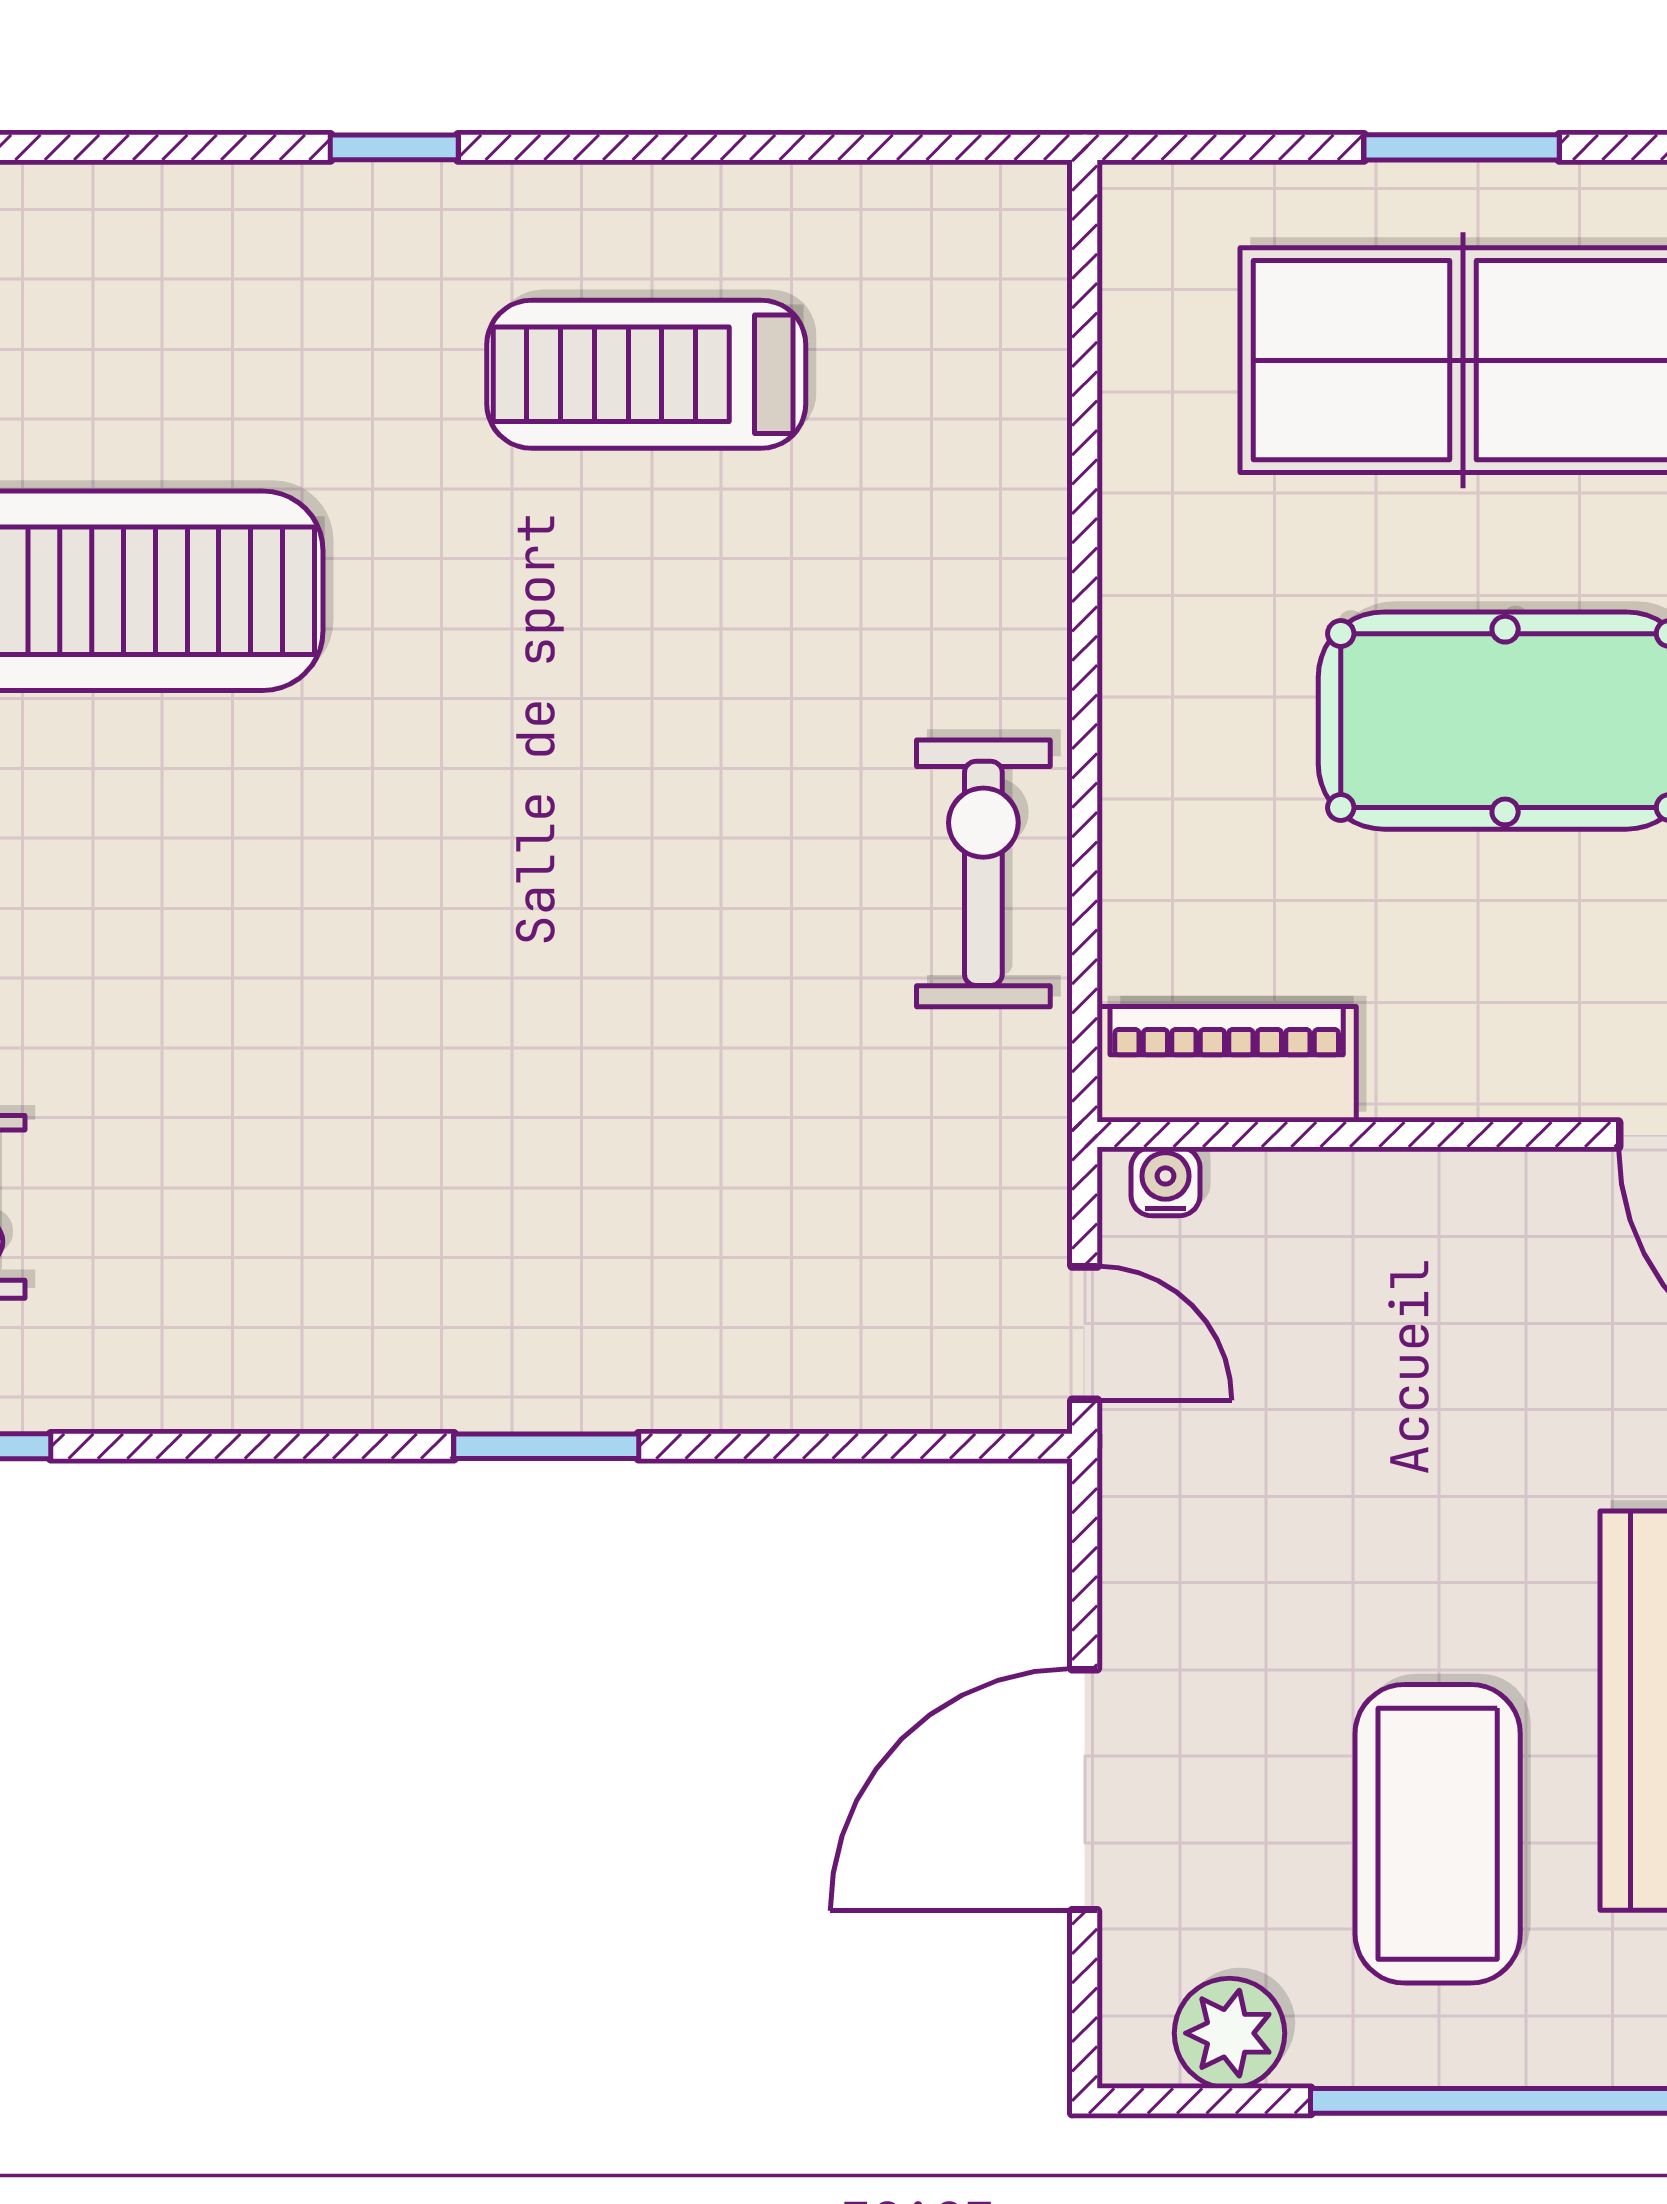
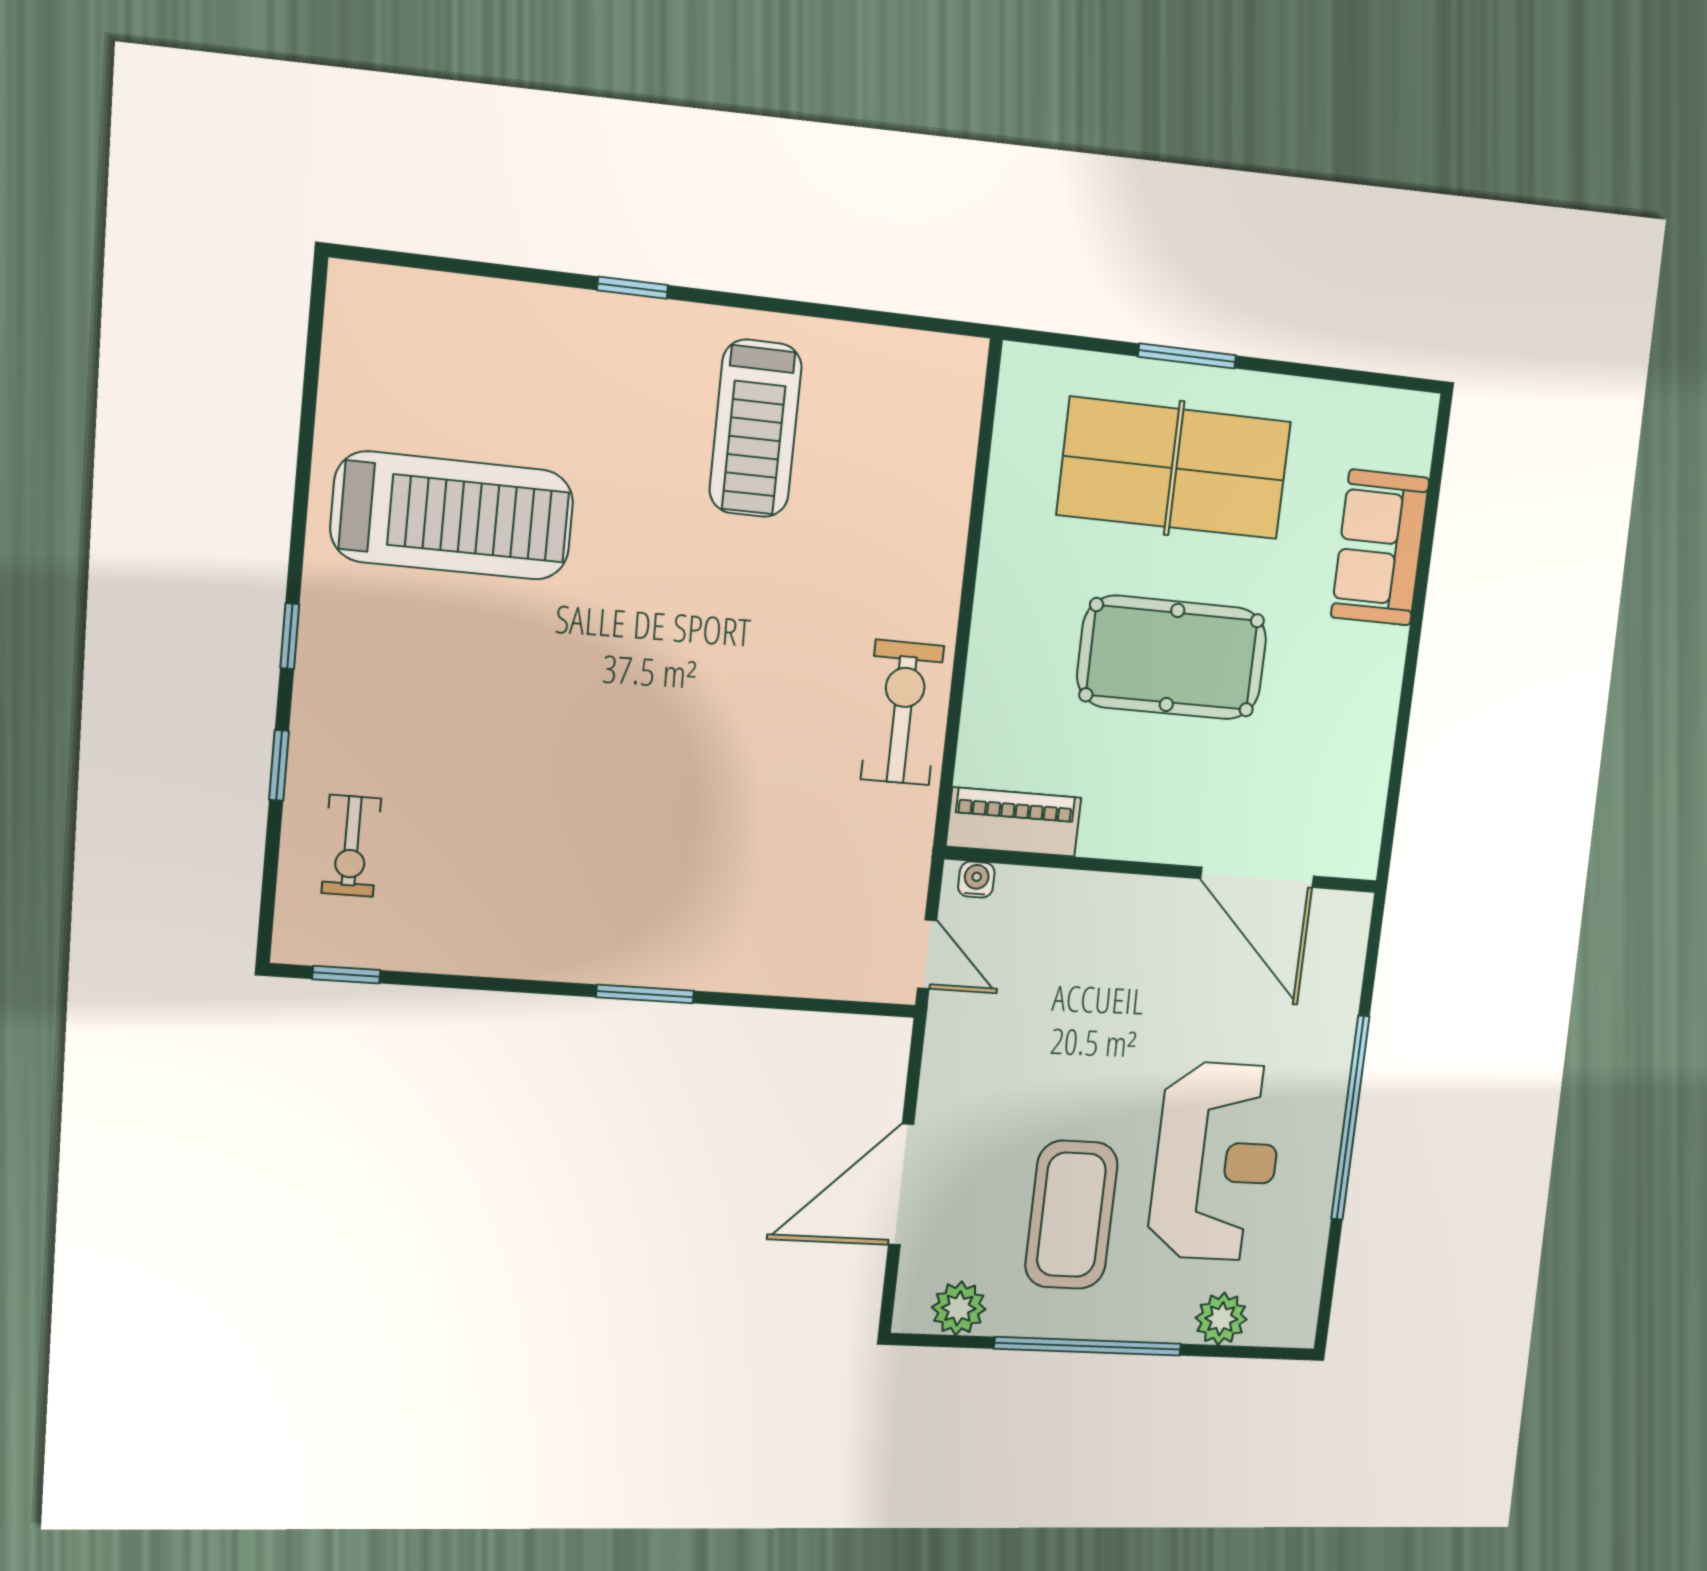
treadmill: (646, 374) -> (756, 428), turned -90

